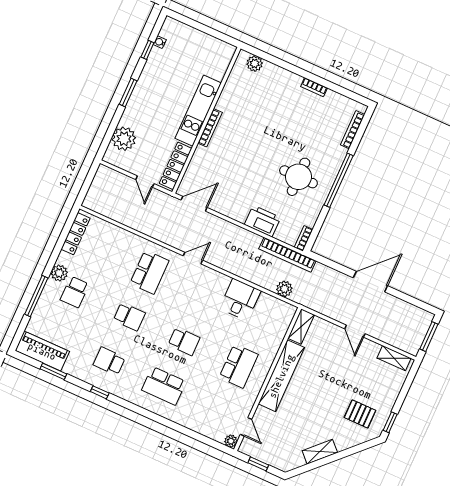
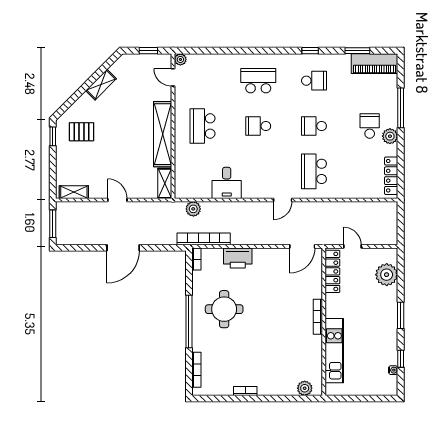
kitchen unit: (198, 111) -> (334, 351), moved

